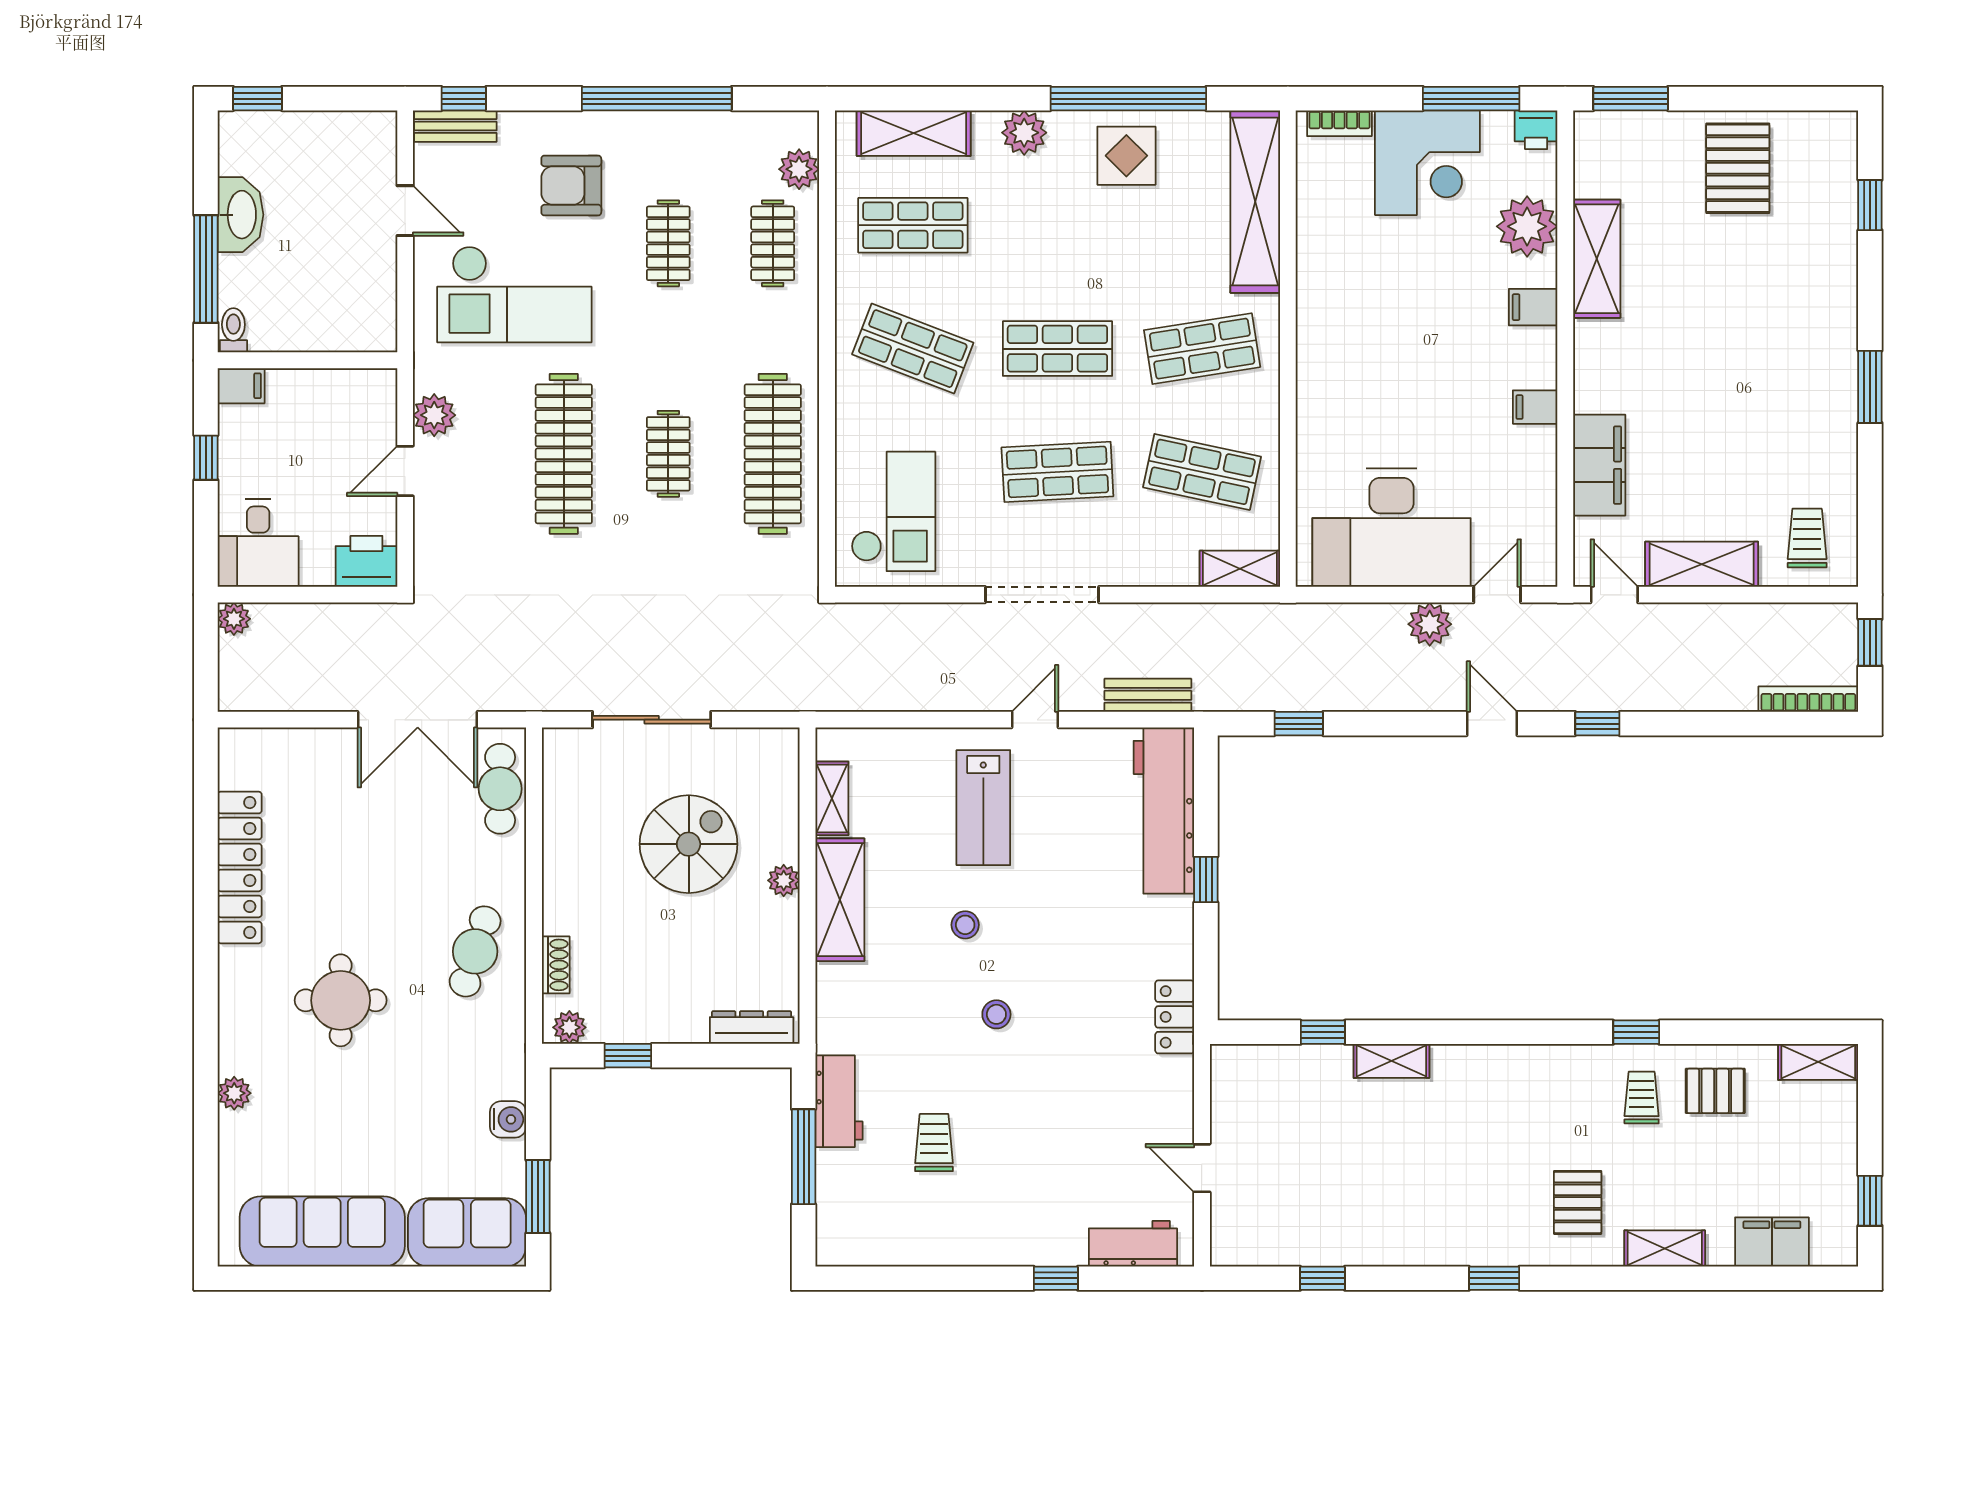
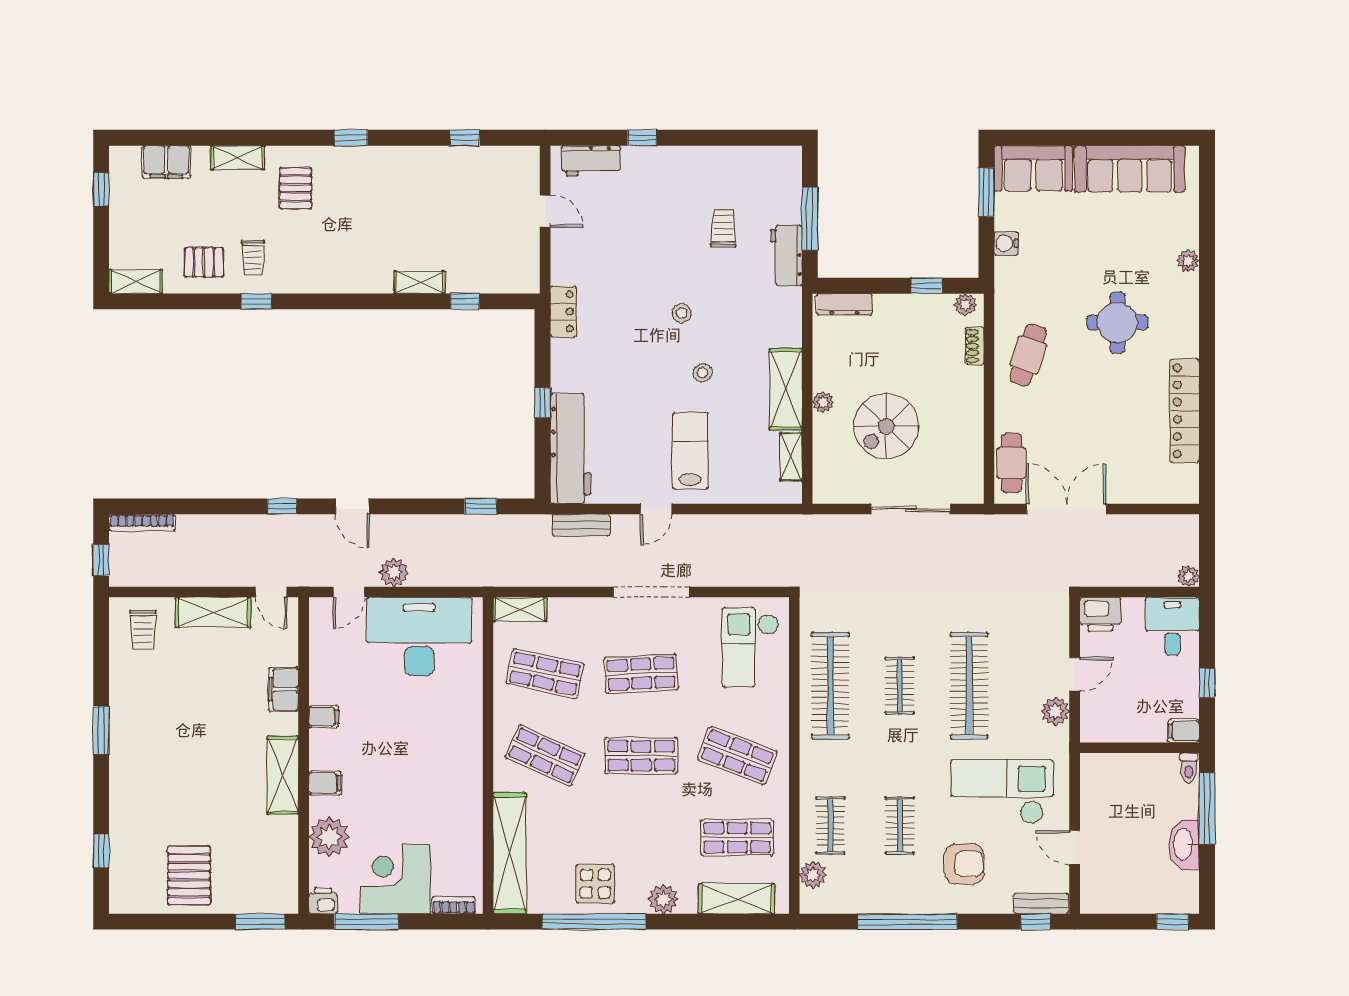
shelving: (1597, 259) -> (283, 775), moved
shop shelf: (1202, 349) -> (545, 756), turned 33
filing cabinet: (1599, 465) -> (284, 689), width x0.67, depth x0.86
trolley: (934, 1143) -> (723, 228), turned 180

